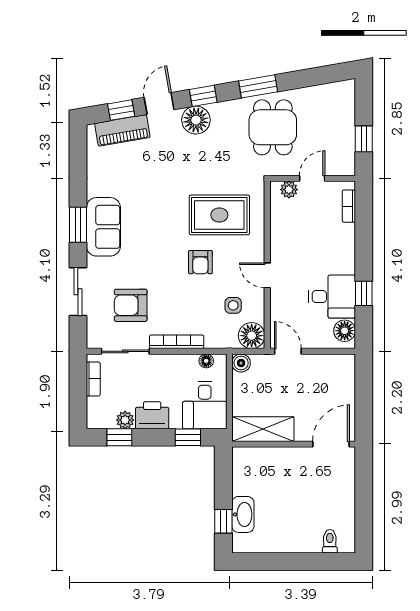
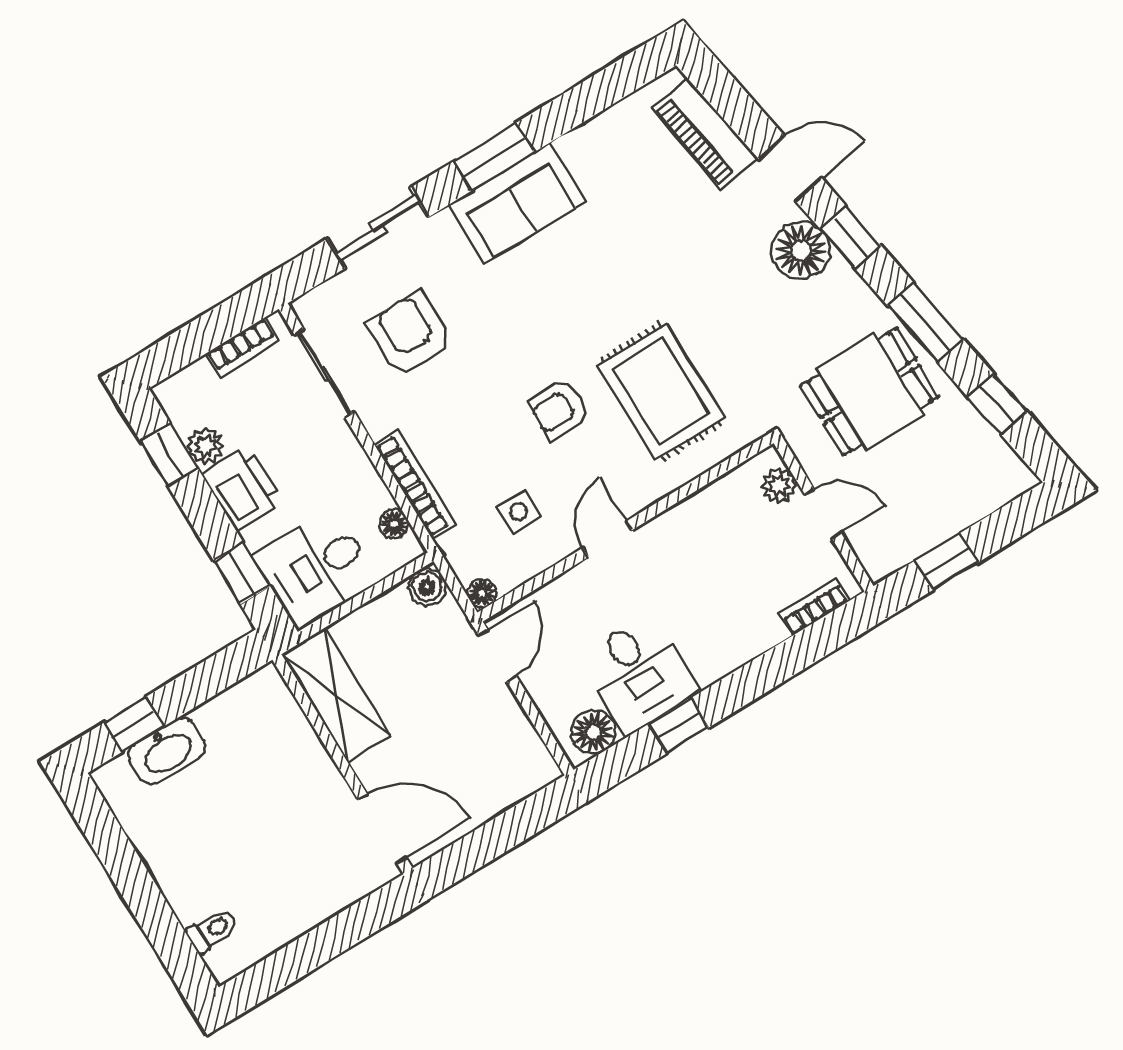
window: (121, 110) -> (998, 405), moved
floor lamp: (252, 336) -> (482, 593), width x0.53, depth x0.53
bookcase: (177, 342) -> (415, 485), moved

